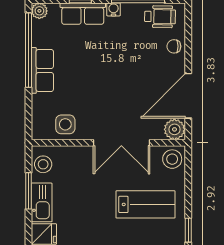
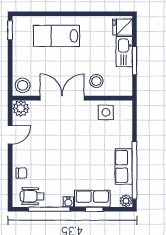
row of seats: (42, 70) -> (124, 166), moved
door: (188, 96) -> (10, 135), width x0.53
stool: (43, 164) -> (96, 81), moved
lab bench: (145, 204) -> (57, 36), moved

